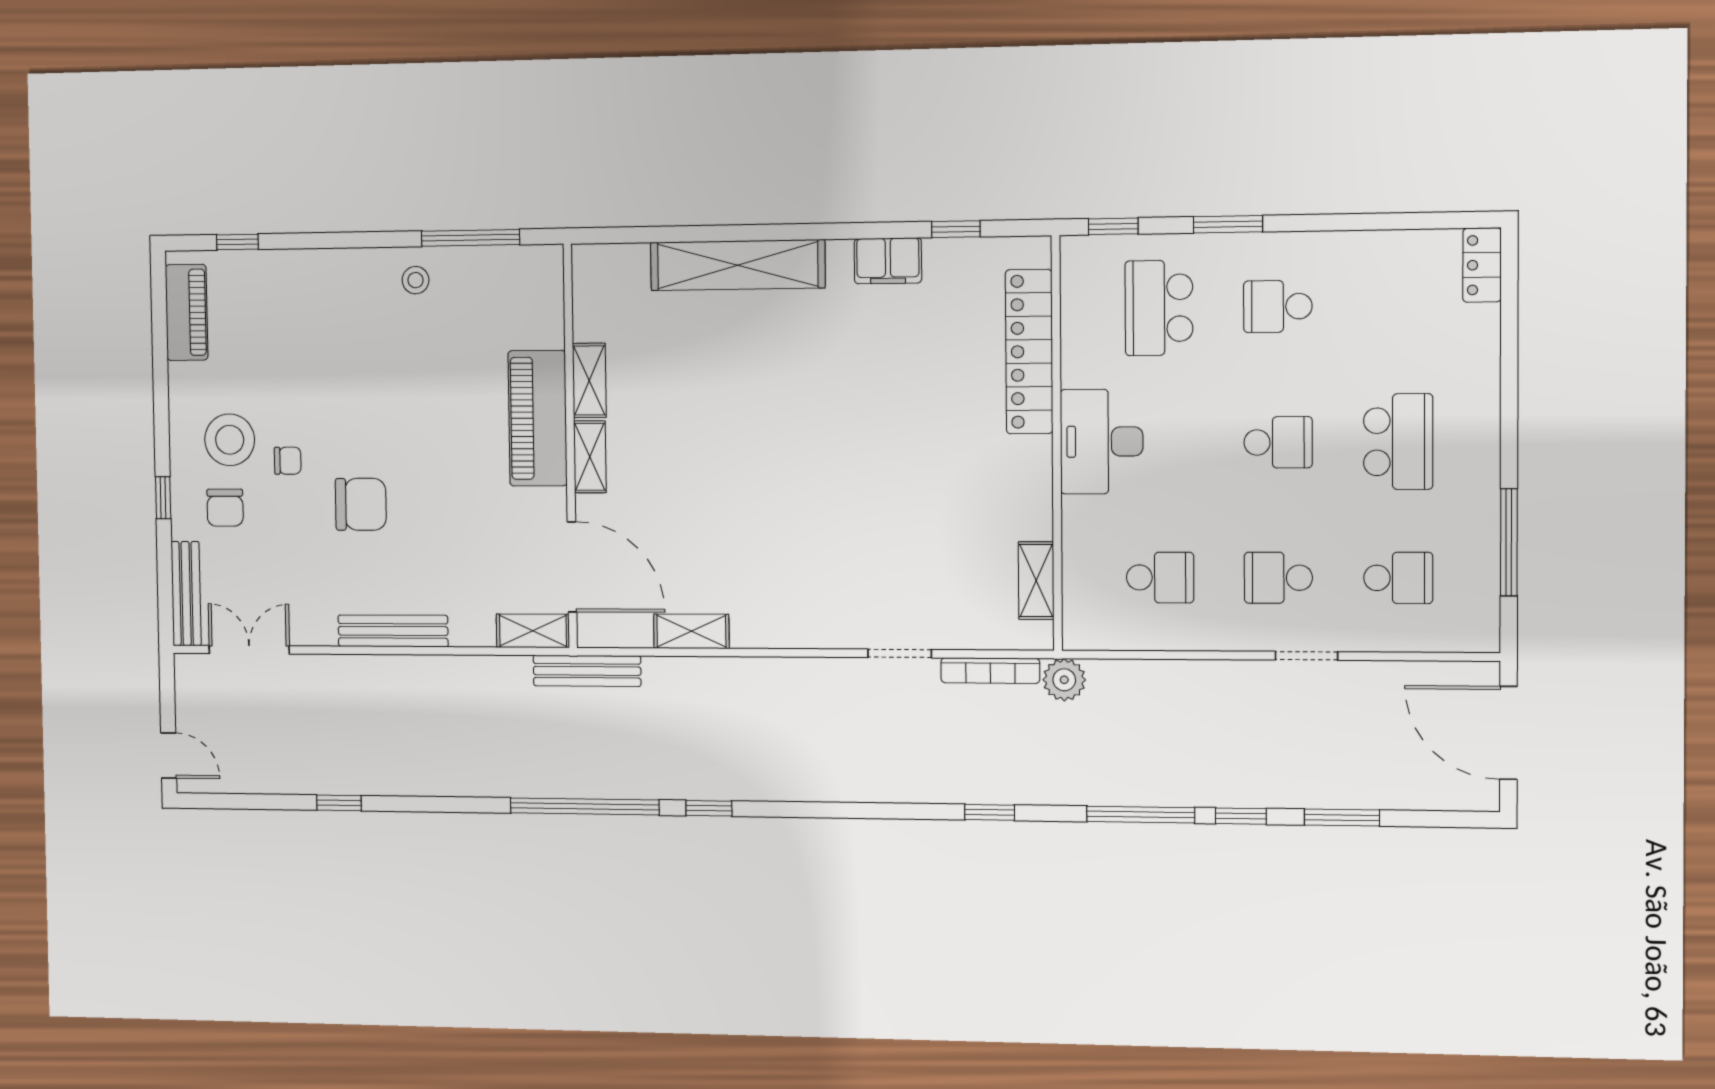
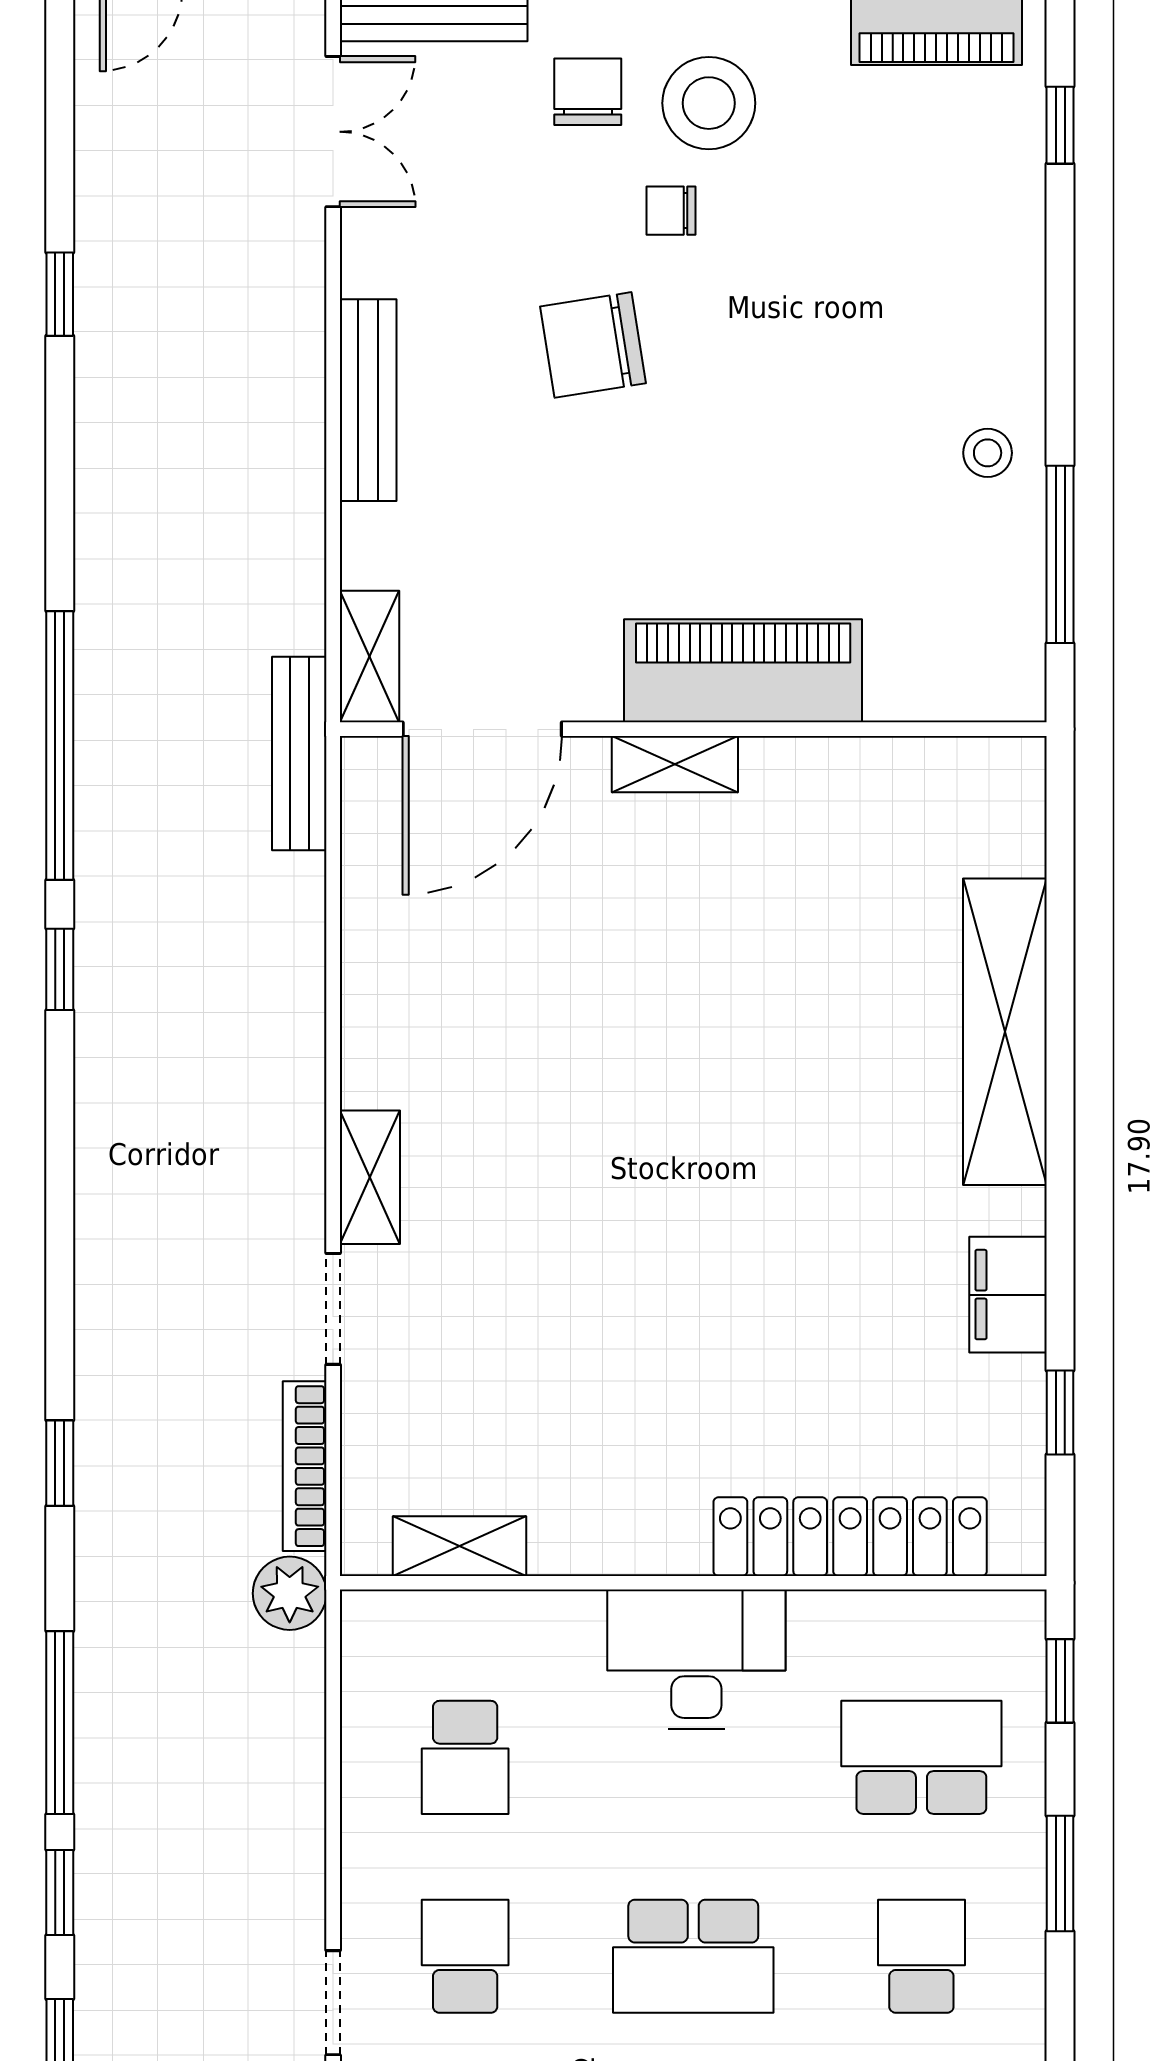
shelving: (589, 380) -> (808, 765), removed
school desk: (1278, 442) -> (693, 1956), width x1.85
chair: (288, 461) -> (671, 211), turned 90
chair: (361, 504) -> (593, 345), turned 81
chair: (225, 508) -> (588, 92), turned 90
shelving: (691, 631) -> (370, 1177), moved

